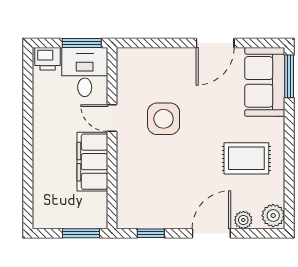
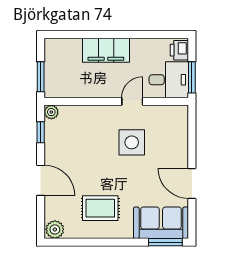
rug: (246, 158) -> (100, 208), turned 90
filing cabinet: (92, 162) -> (106, 50), moved, turned 180
plant: (243, 220) -> (51, 112), moved

